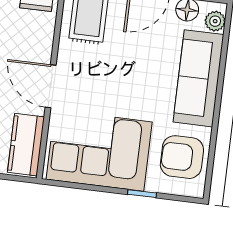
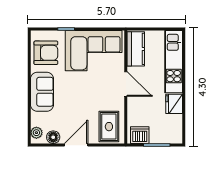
sofa: (198, 78) -> (42, 92), width x0.73

